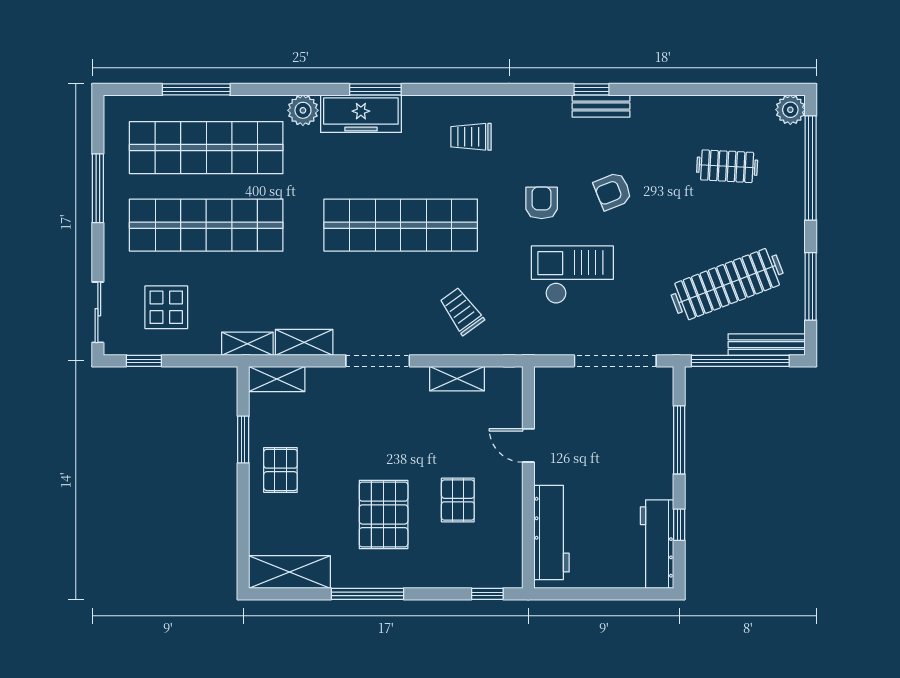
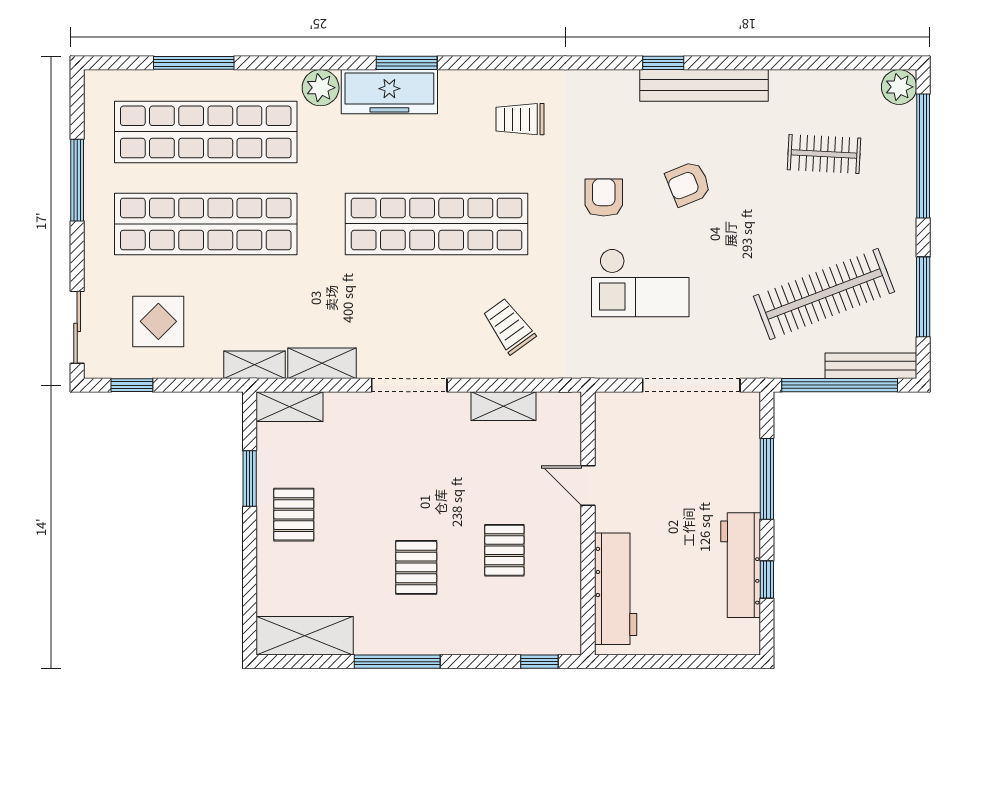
bench: (601, 106) -> (704, 85), width x1.86, depth x1.21
checkout: (572, 275) -> (640, 283), turned 180
pallet: (384, 514) -> (416, 567), width x0.67, depth x0.71
workbench: (657, 544) -> (741, 565), moved

